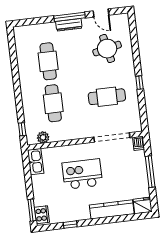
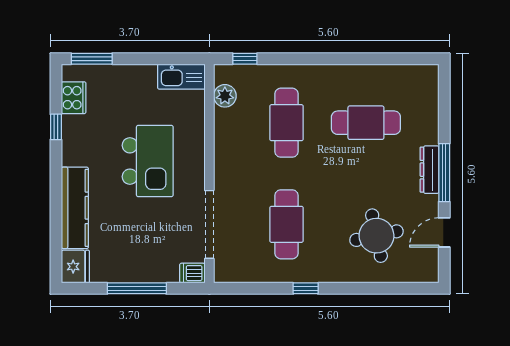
cafe table: (53, 103) -> (286, 123), turned 90
cooker: (42, 215) -> (74, 98), moved, turned -90

